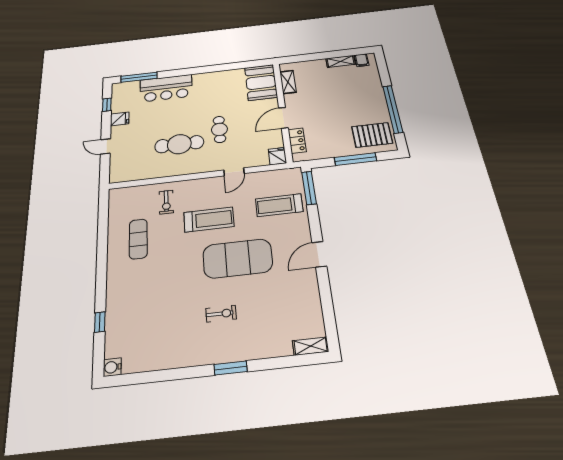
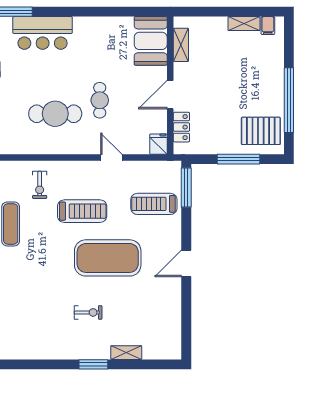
door: (234, 172) -> (111, 158), swing flipped
shelving: (311, 346) -> (126, 353), moved

